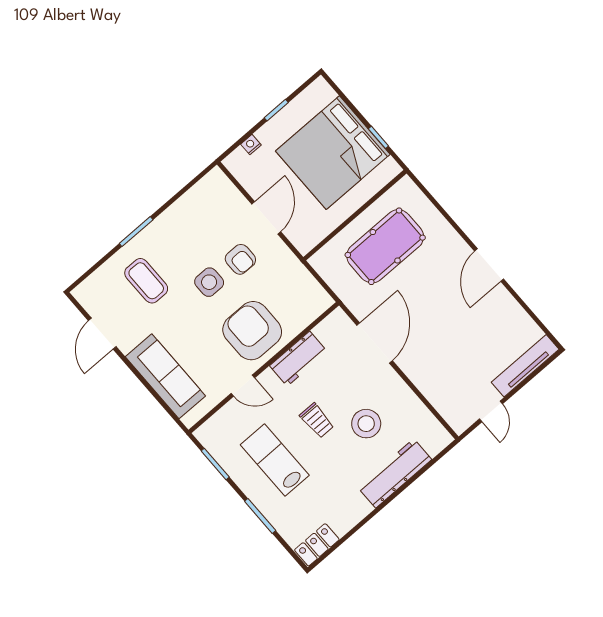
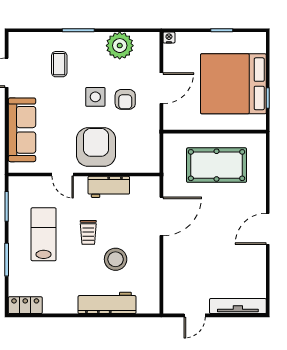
nightstand: (251, 145) -> (169, 38), moved
plant: (190, 211) -> (120, 46), added
coffee table: (146, 281) -> (59, 64), width x0.73, depth x0.77

